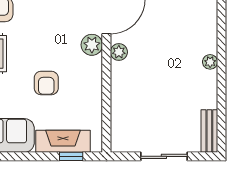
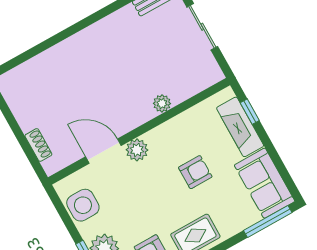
plant: (119, 52) -> (162, 103), moved
plant: (210, 62) -> (92, 33), removed

